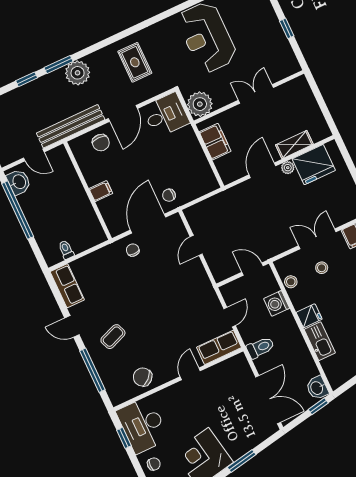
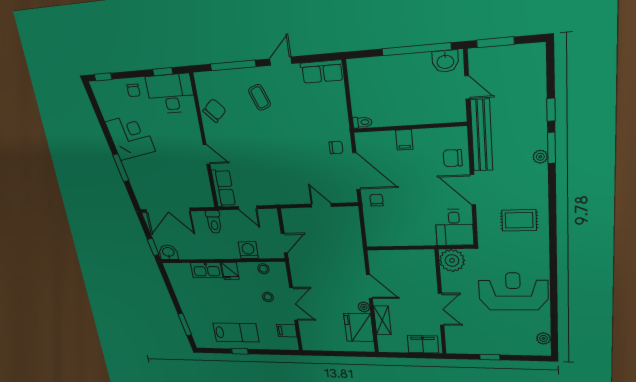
plant: (78, 73) -> (540, 157), width x0.53, depth x0.53
filing cabinet: (215, 142) -> (423, 344), moved, turned 180
door: (34, 155) -> (467, 87), swing flipped
toilet: (66, 250) -> (362, 122), moved

